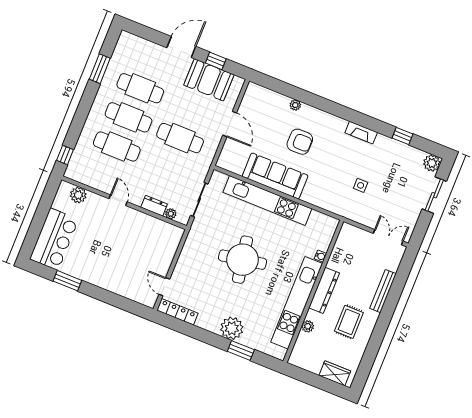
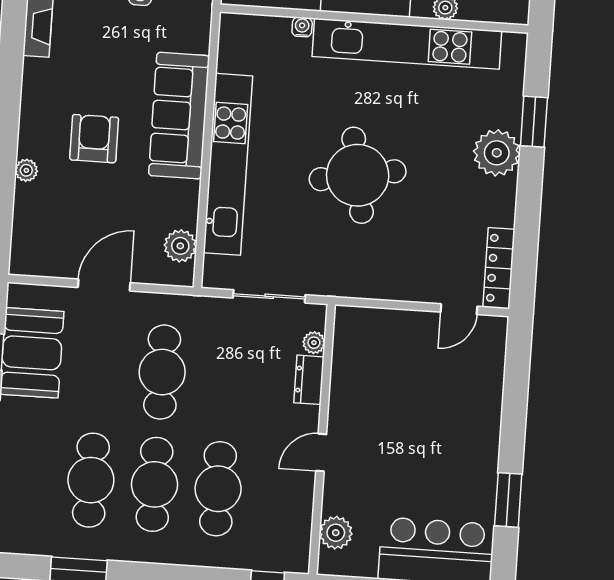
plant: (236, 166) -> (180, 246), added
sofa: (275, 176) -> (179, 116), moved

